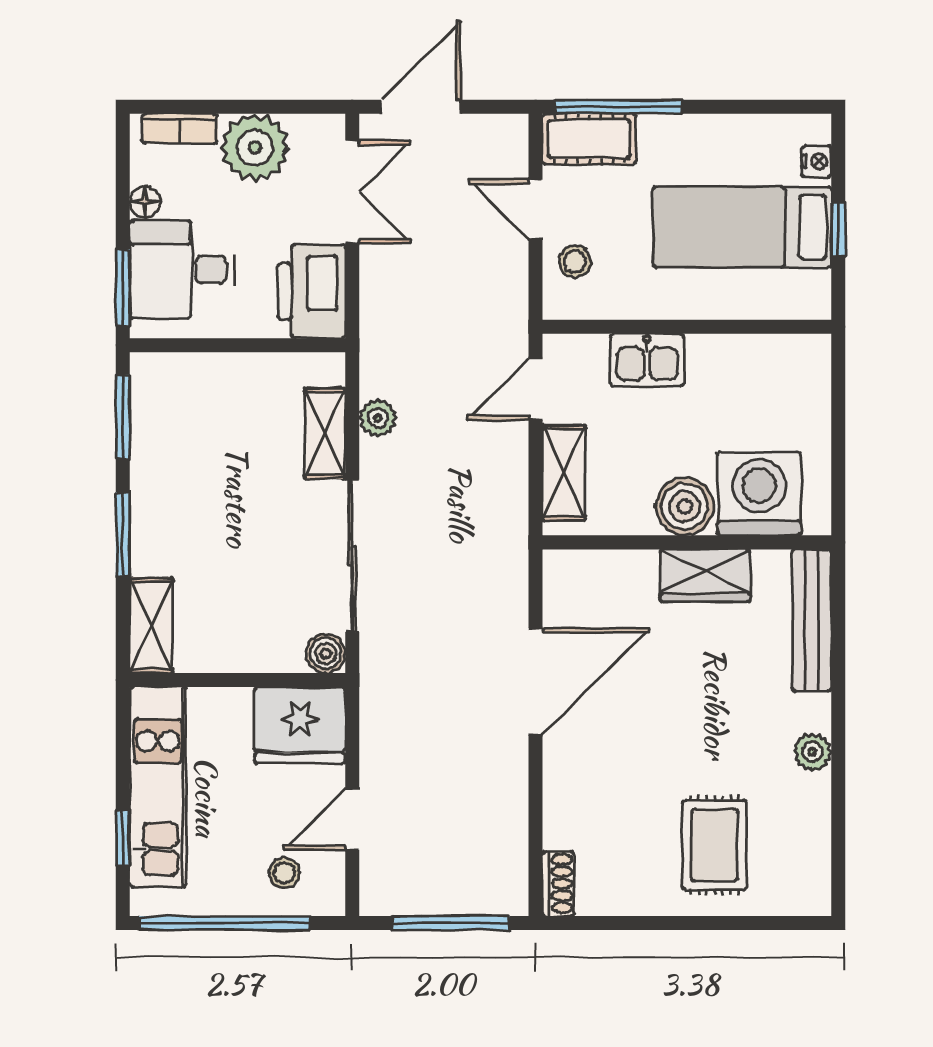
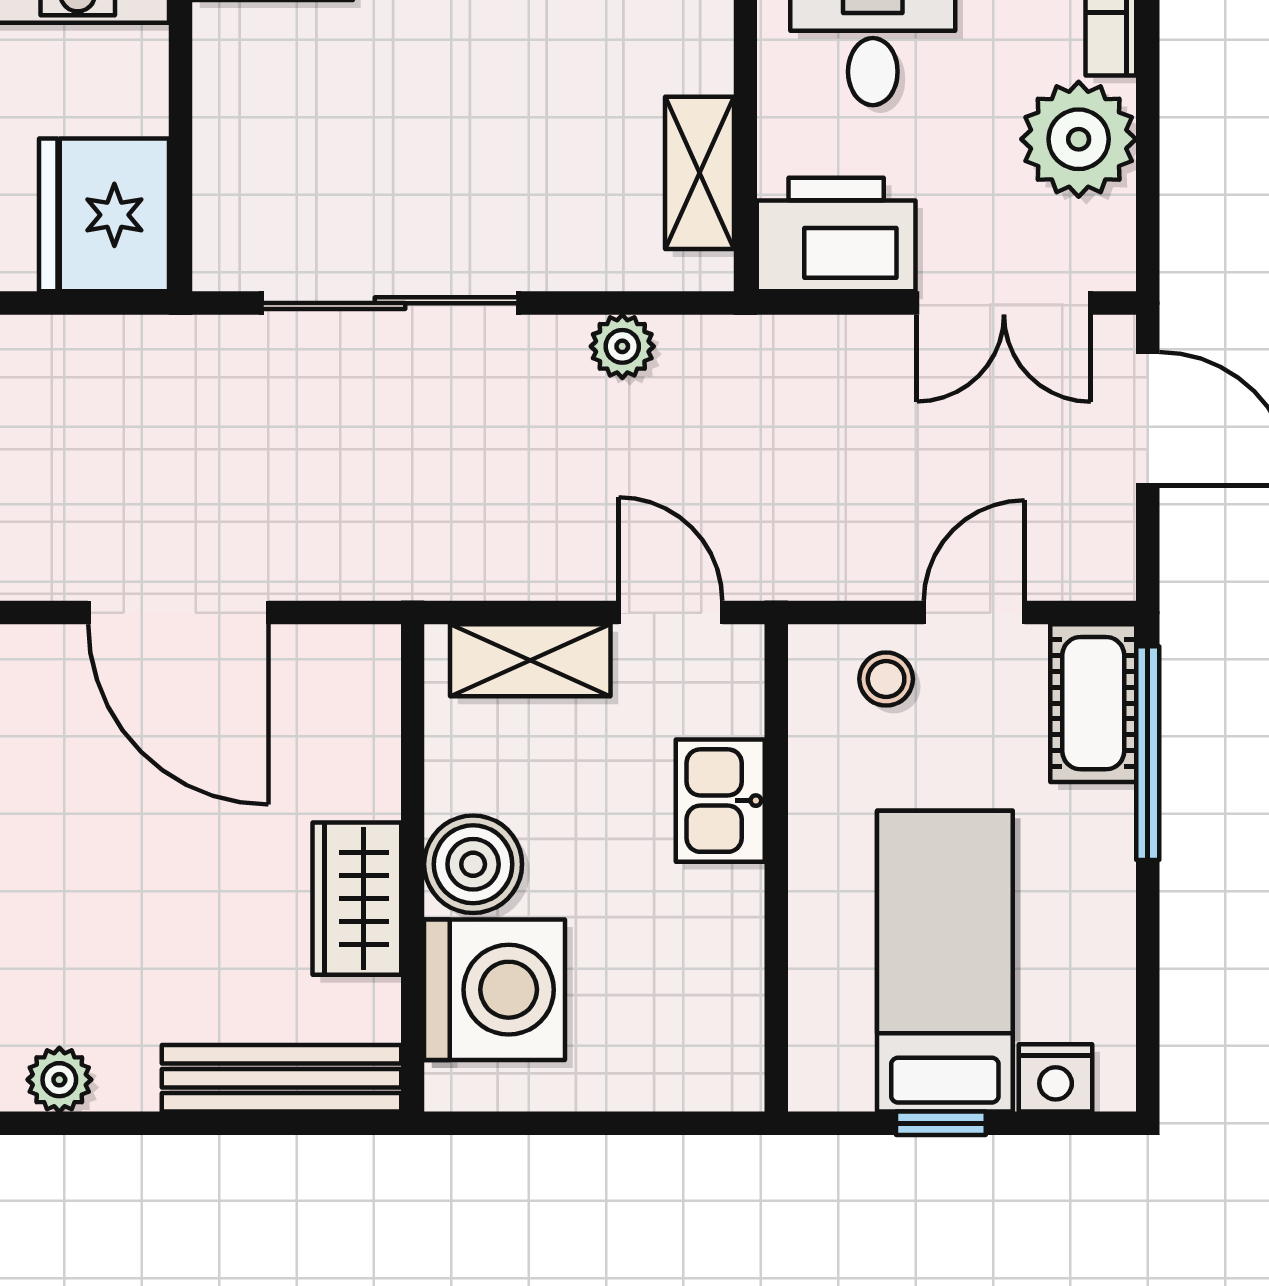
nightstand: (817, 161) -> (1056, 1078), width x1.39, depth x1.35
shelving: (325, 434) -> (699, 173), moved, turned 90
boiler: (326, 654) -> (225, 258), removed

